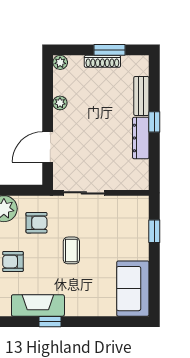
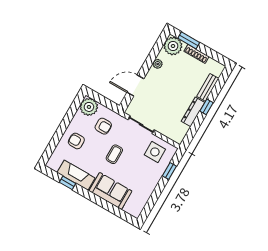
window: (109, 50) -> (189, 40), moved
plant: (60, 62) -> (173, 46), width x1.87, depth x1.87
side table: (122, 218) -> (155, 152), added
sofa: (133, 289) -> (110, 191), moved, turned 90
window: (50, 322) -> (68, 183), moved

